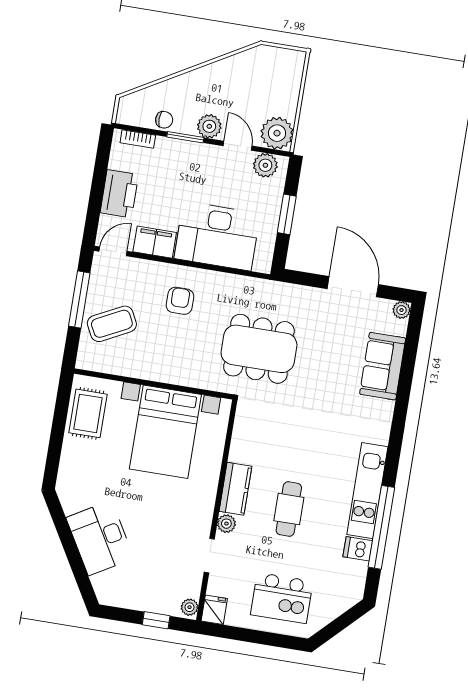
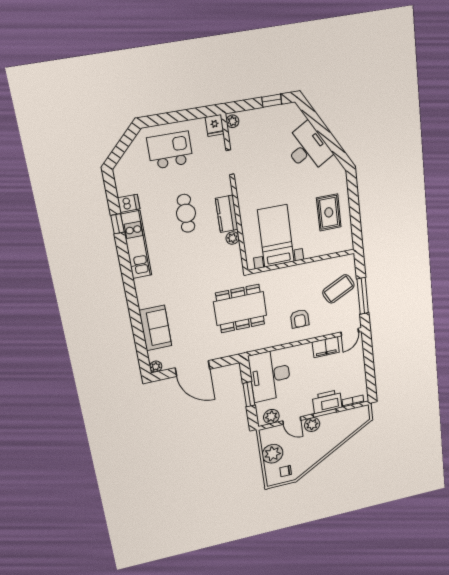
chair: (164, 120) -> (286, 471), moved
plant: (277, 133) -> (273, 454), moved
printer: (119, 194) -> (327, 402), moved, turned 90
desk: (217, 236) -> (270, 375), moved, turned -90
rug: (88, 413) -> (329, 212), moved
bed with nightstands: (165, 432) -> (276, 236), width x0.73
plant: (226, 524) -> (233, 238), moved
window: (381, 527) -> (117, 224), width x0.32
window: (156, 620) -> (272, 101), moved

